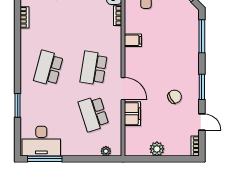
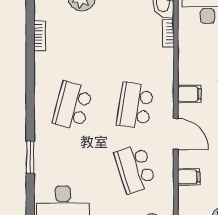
filing cabinet: (133, 40) -> (189, 94), moved
filing cabinet: (132, 114) -> (189, 177), width x0.50

